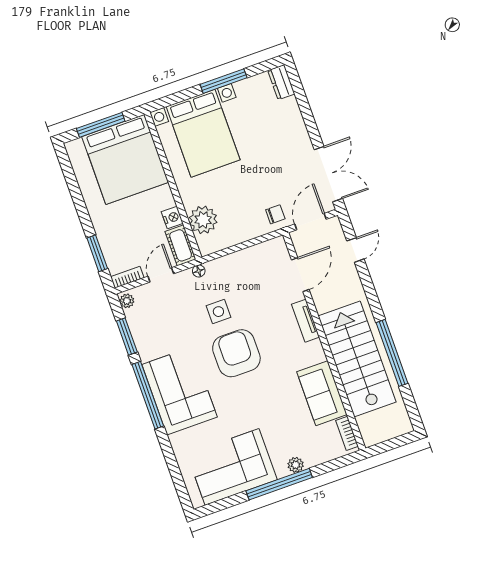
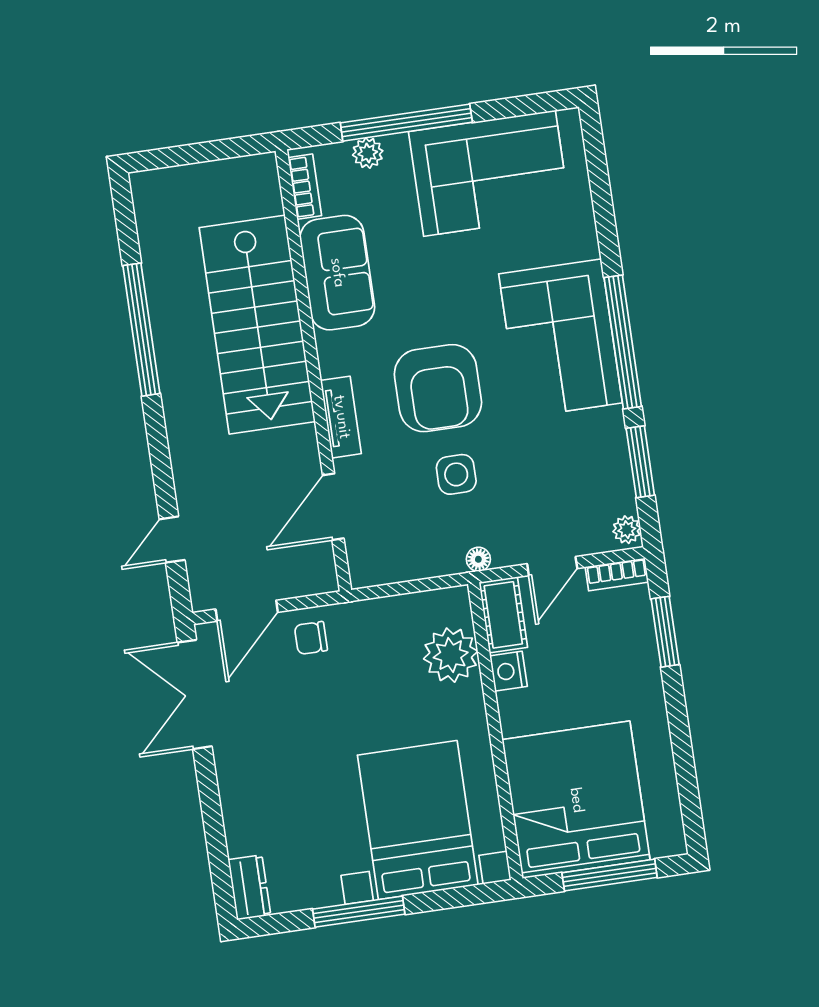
door: (300, 275) -> (333, 507), moved
tv unit: (305, 321) -> (341, 417), moved
wall: (324, 341) -> (313, 370), moved
stairs: (357, 359) -> (257, 325), moved
sofa: (322, 393) -> (337, 273), moved
bookcase: (347, 433) -> (305, 187), moved

